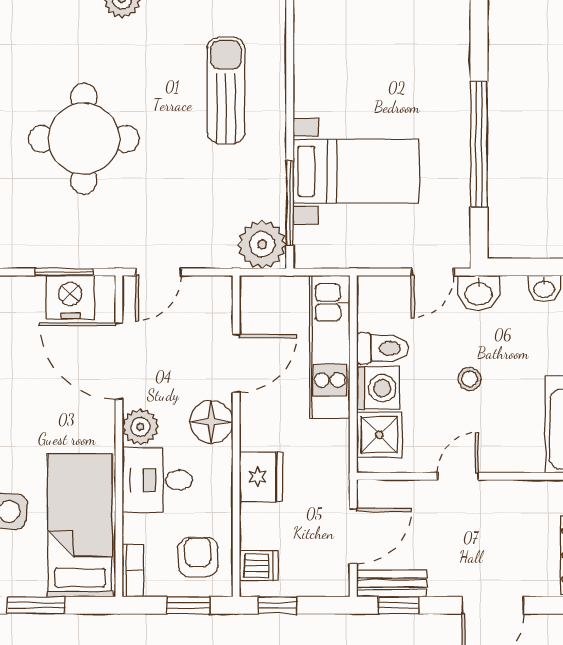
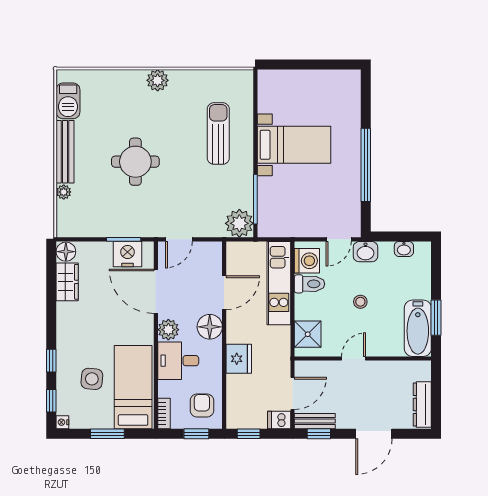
round table: (84, 139) -> (135, 162), width x0.73, depth x0.73
bed with nightstands: (356, 171) -> (294, 145), moved
washing machine: (378, 388) -> (307, 261), moved
dishwasher: (259, 566) -> (279, 420), moved, turned 180

